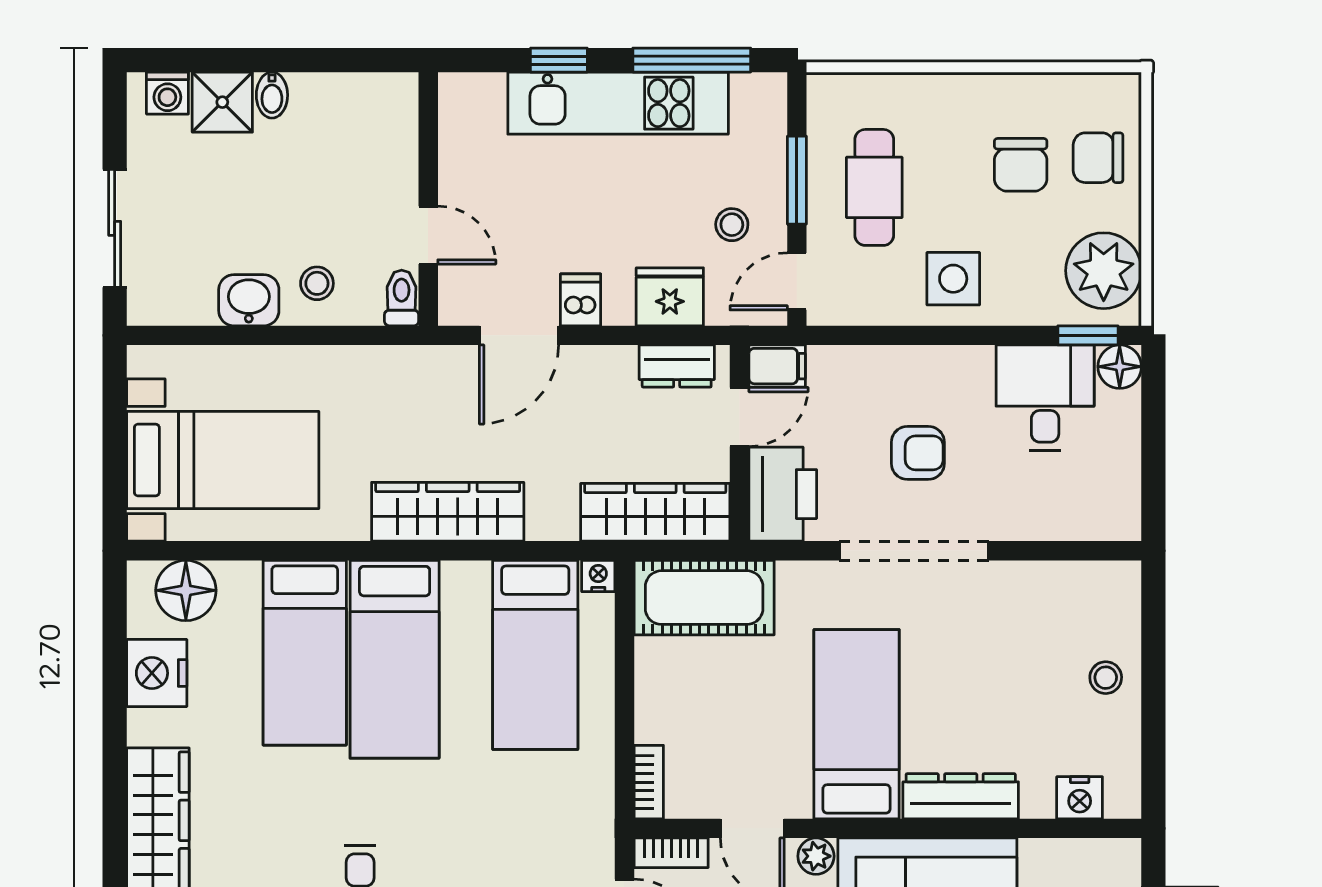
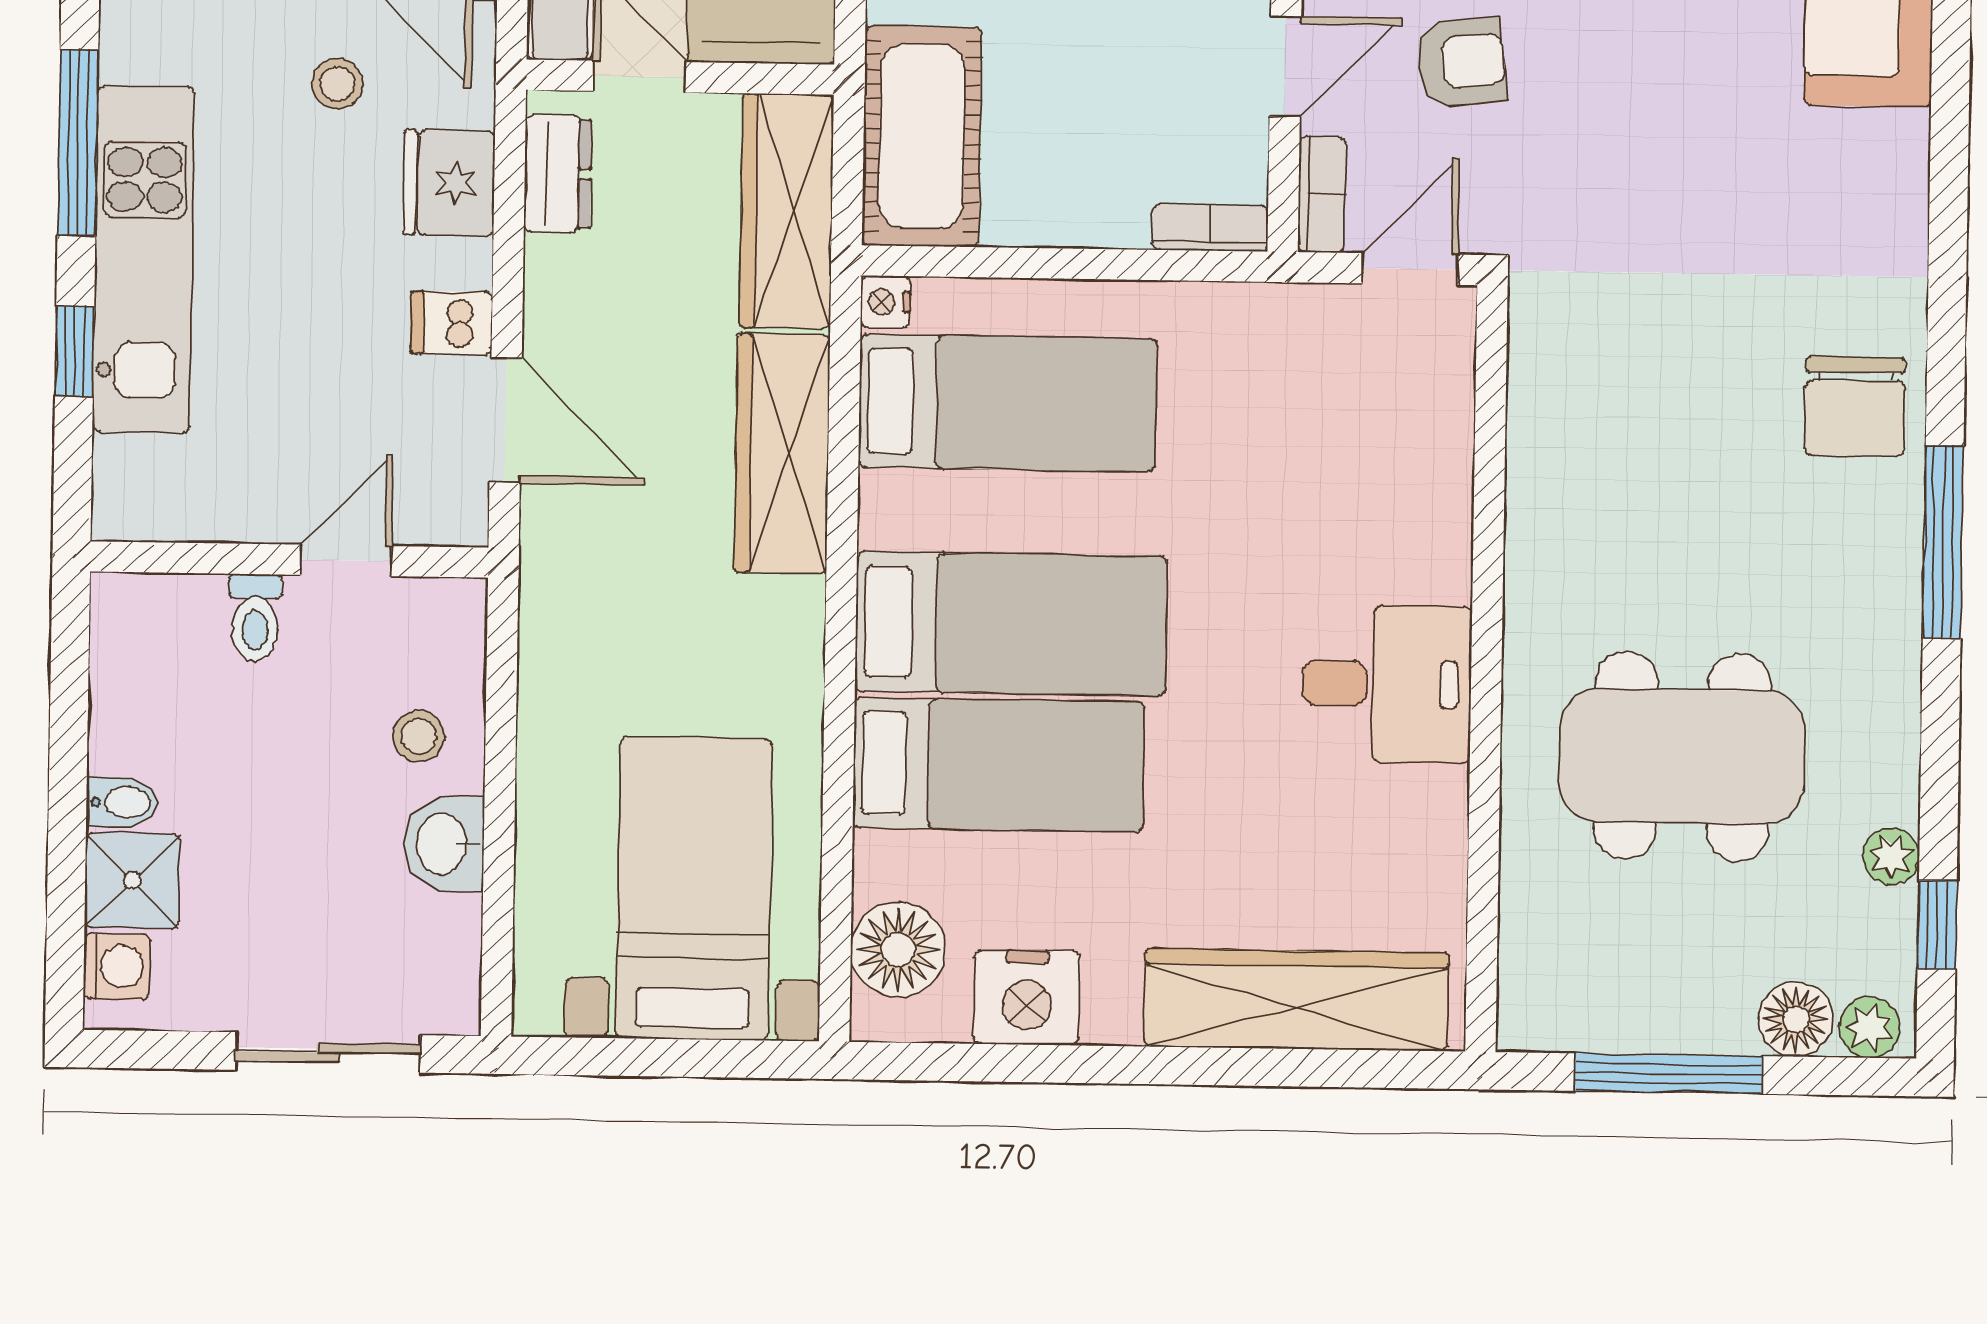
toilet: (402, 298) -> (255, 618), moved, turned -90
wardrobe: (448, 512) -> (782, 454), moved

